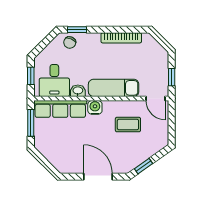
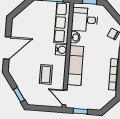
door: (156, 99) -> (65, 97), hinge flipped
window: (143, 166) -> (19, 95), moved

